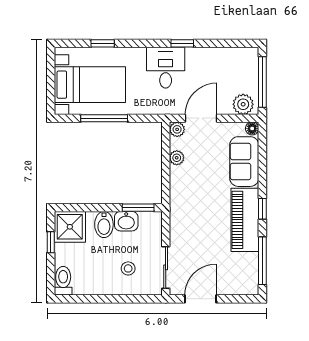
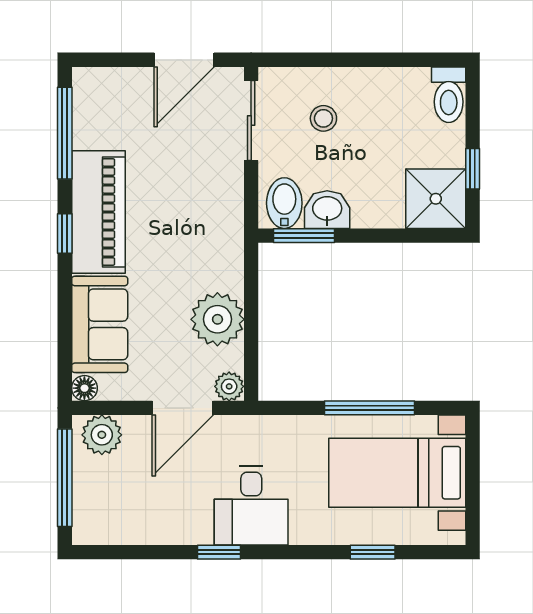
plant: (177, 158) -> (217, 319), width x1.87, depth x1.87
bidet: (104, 225) -> (284, 203), moved

